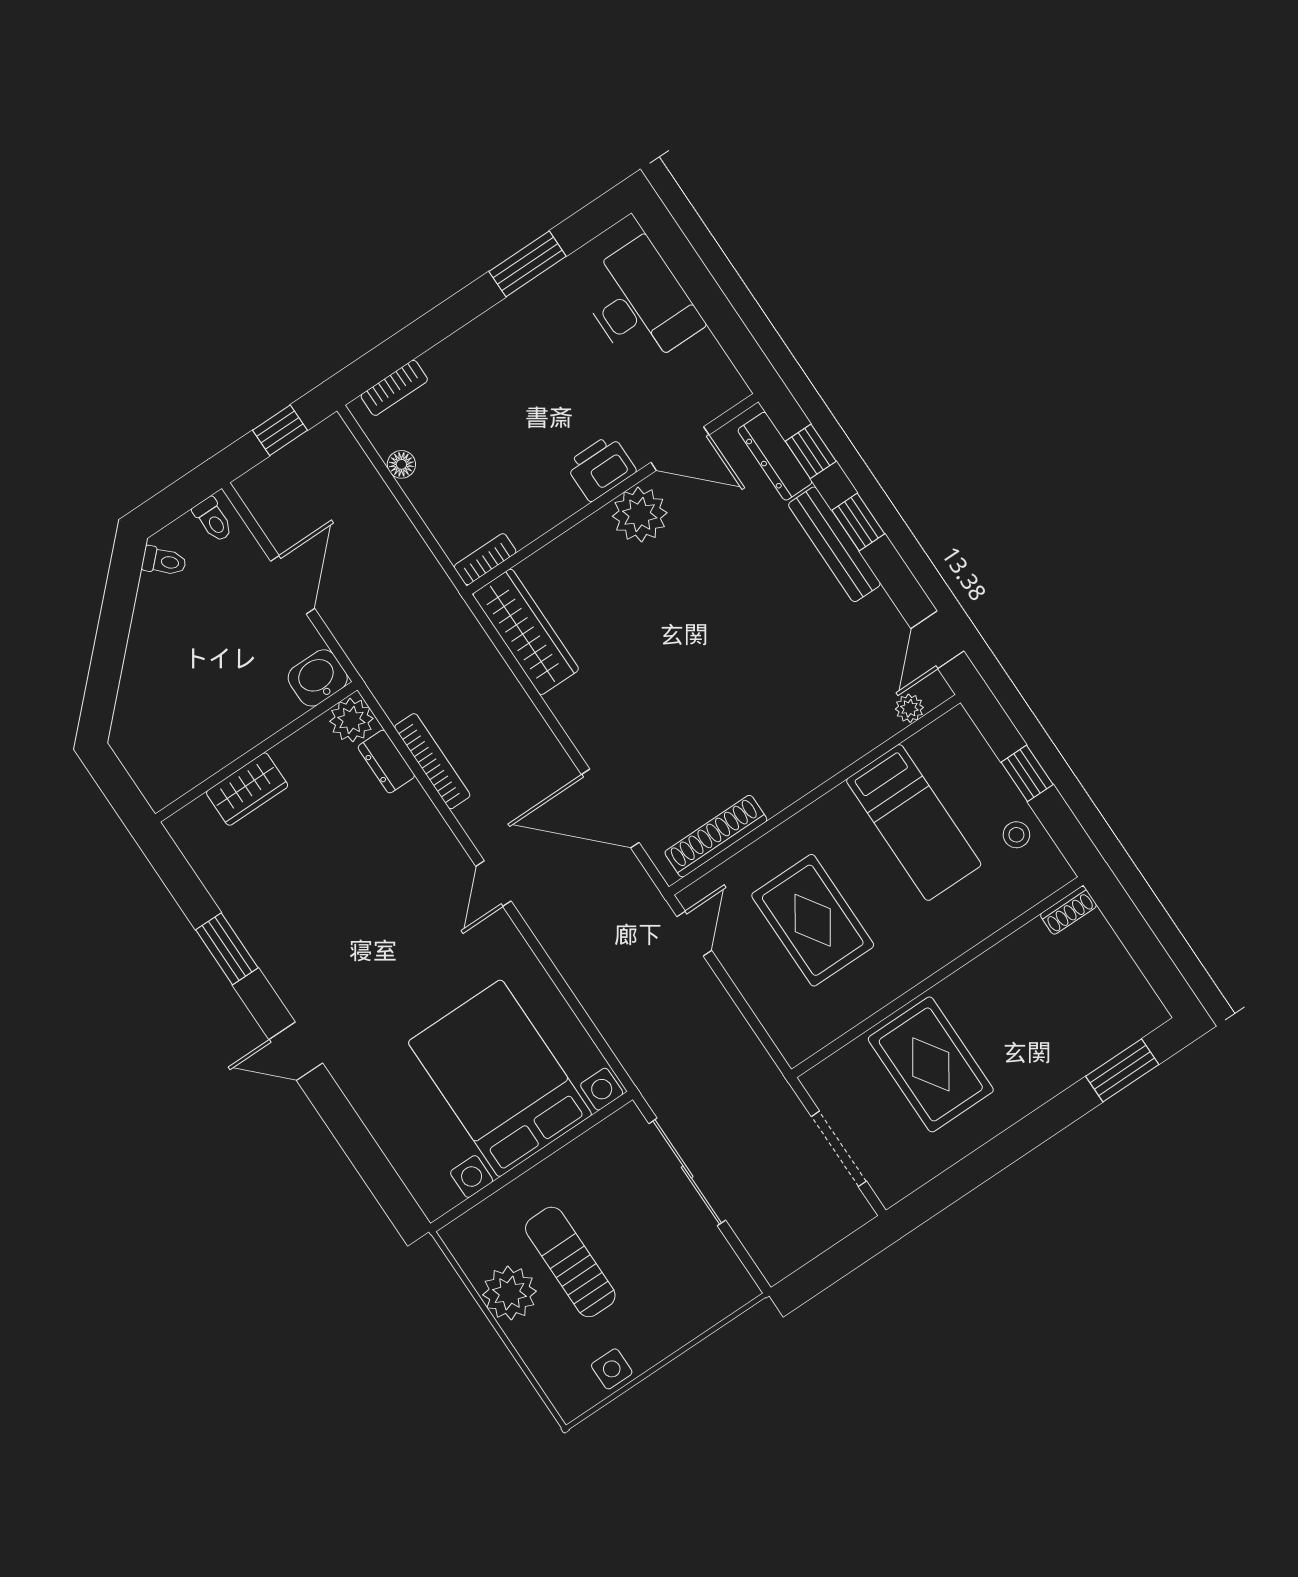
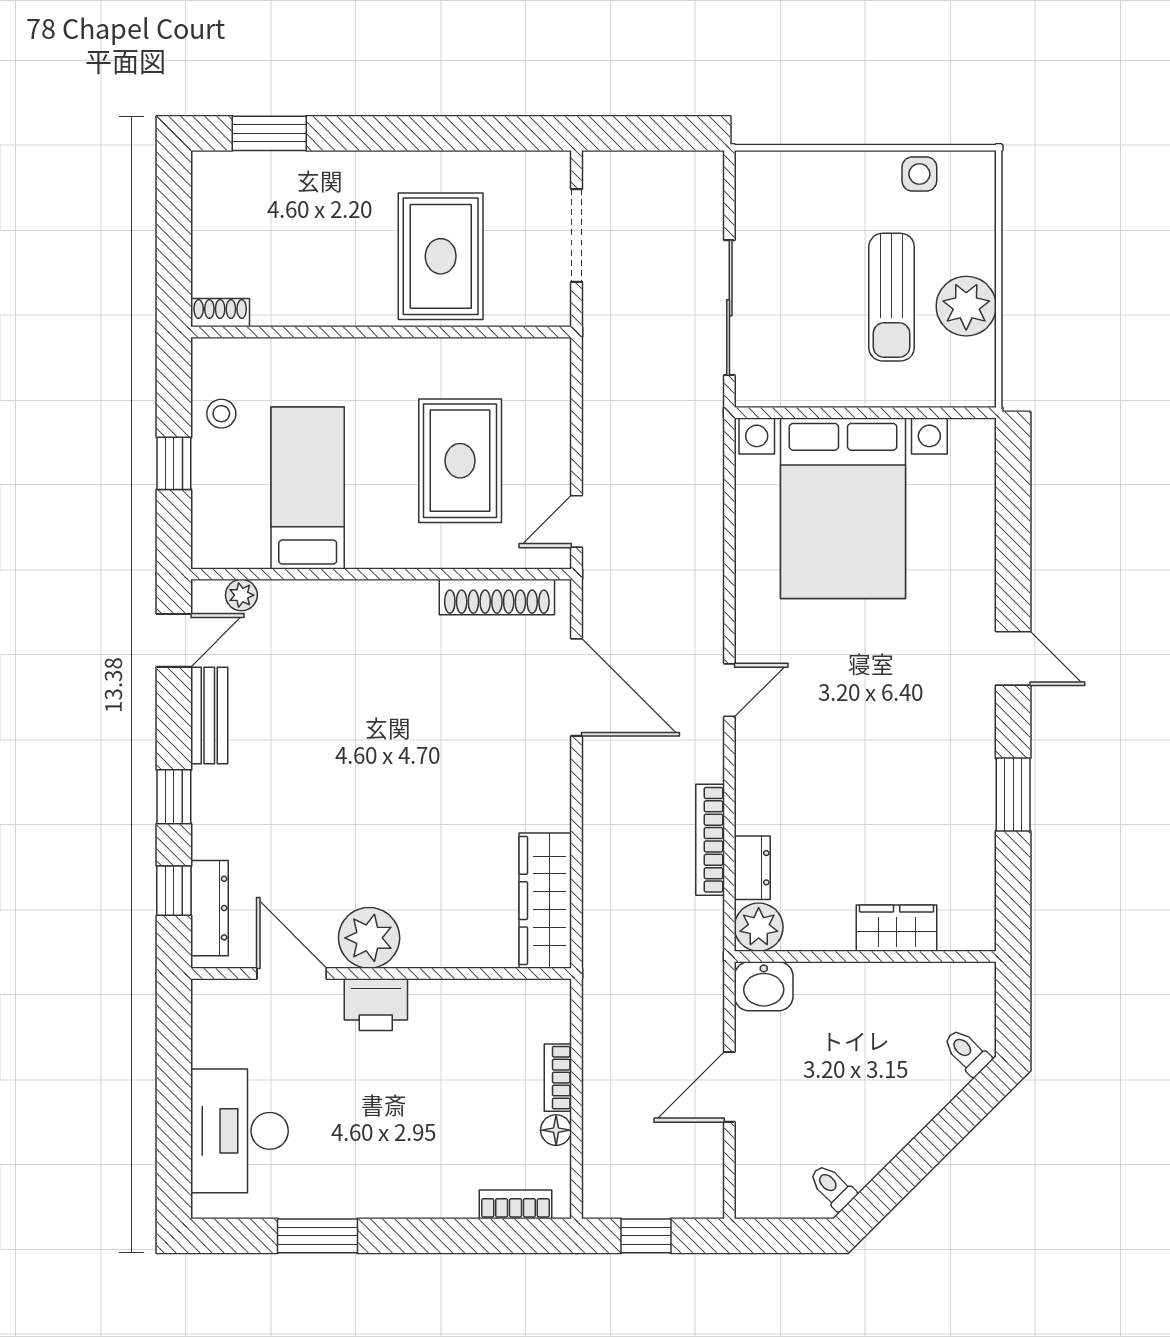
toilet: (213, 520) -> (967, 1052), moved, turned -45
bench: (834, 544) -> (209, 715), moved, width x0.73
bookcase: (485, 559) -> (558, 1078), moved, turned 90

